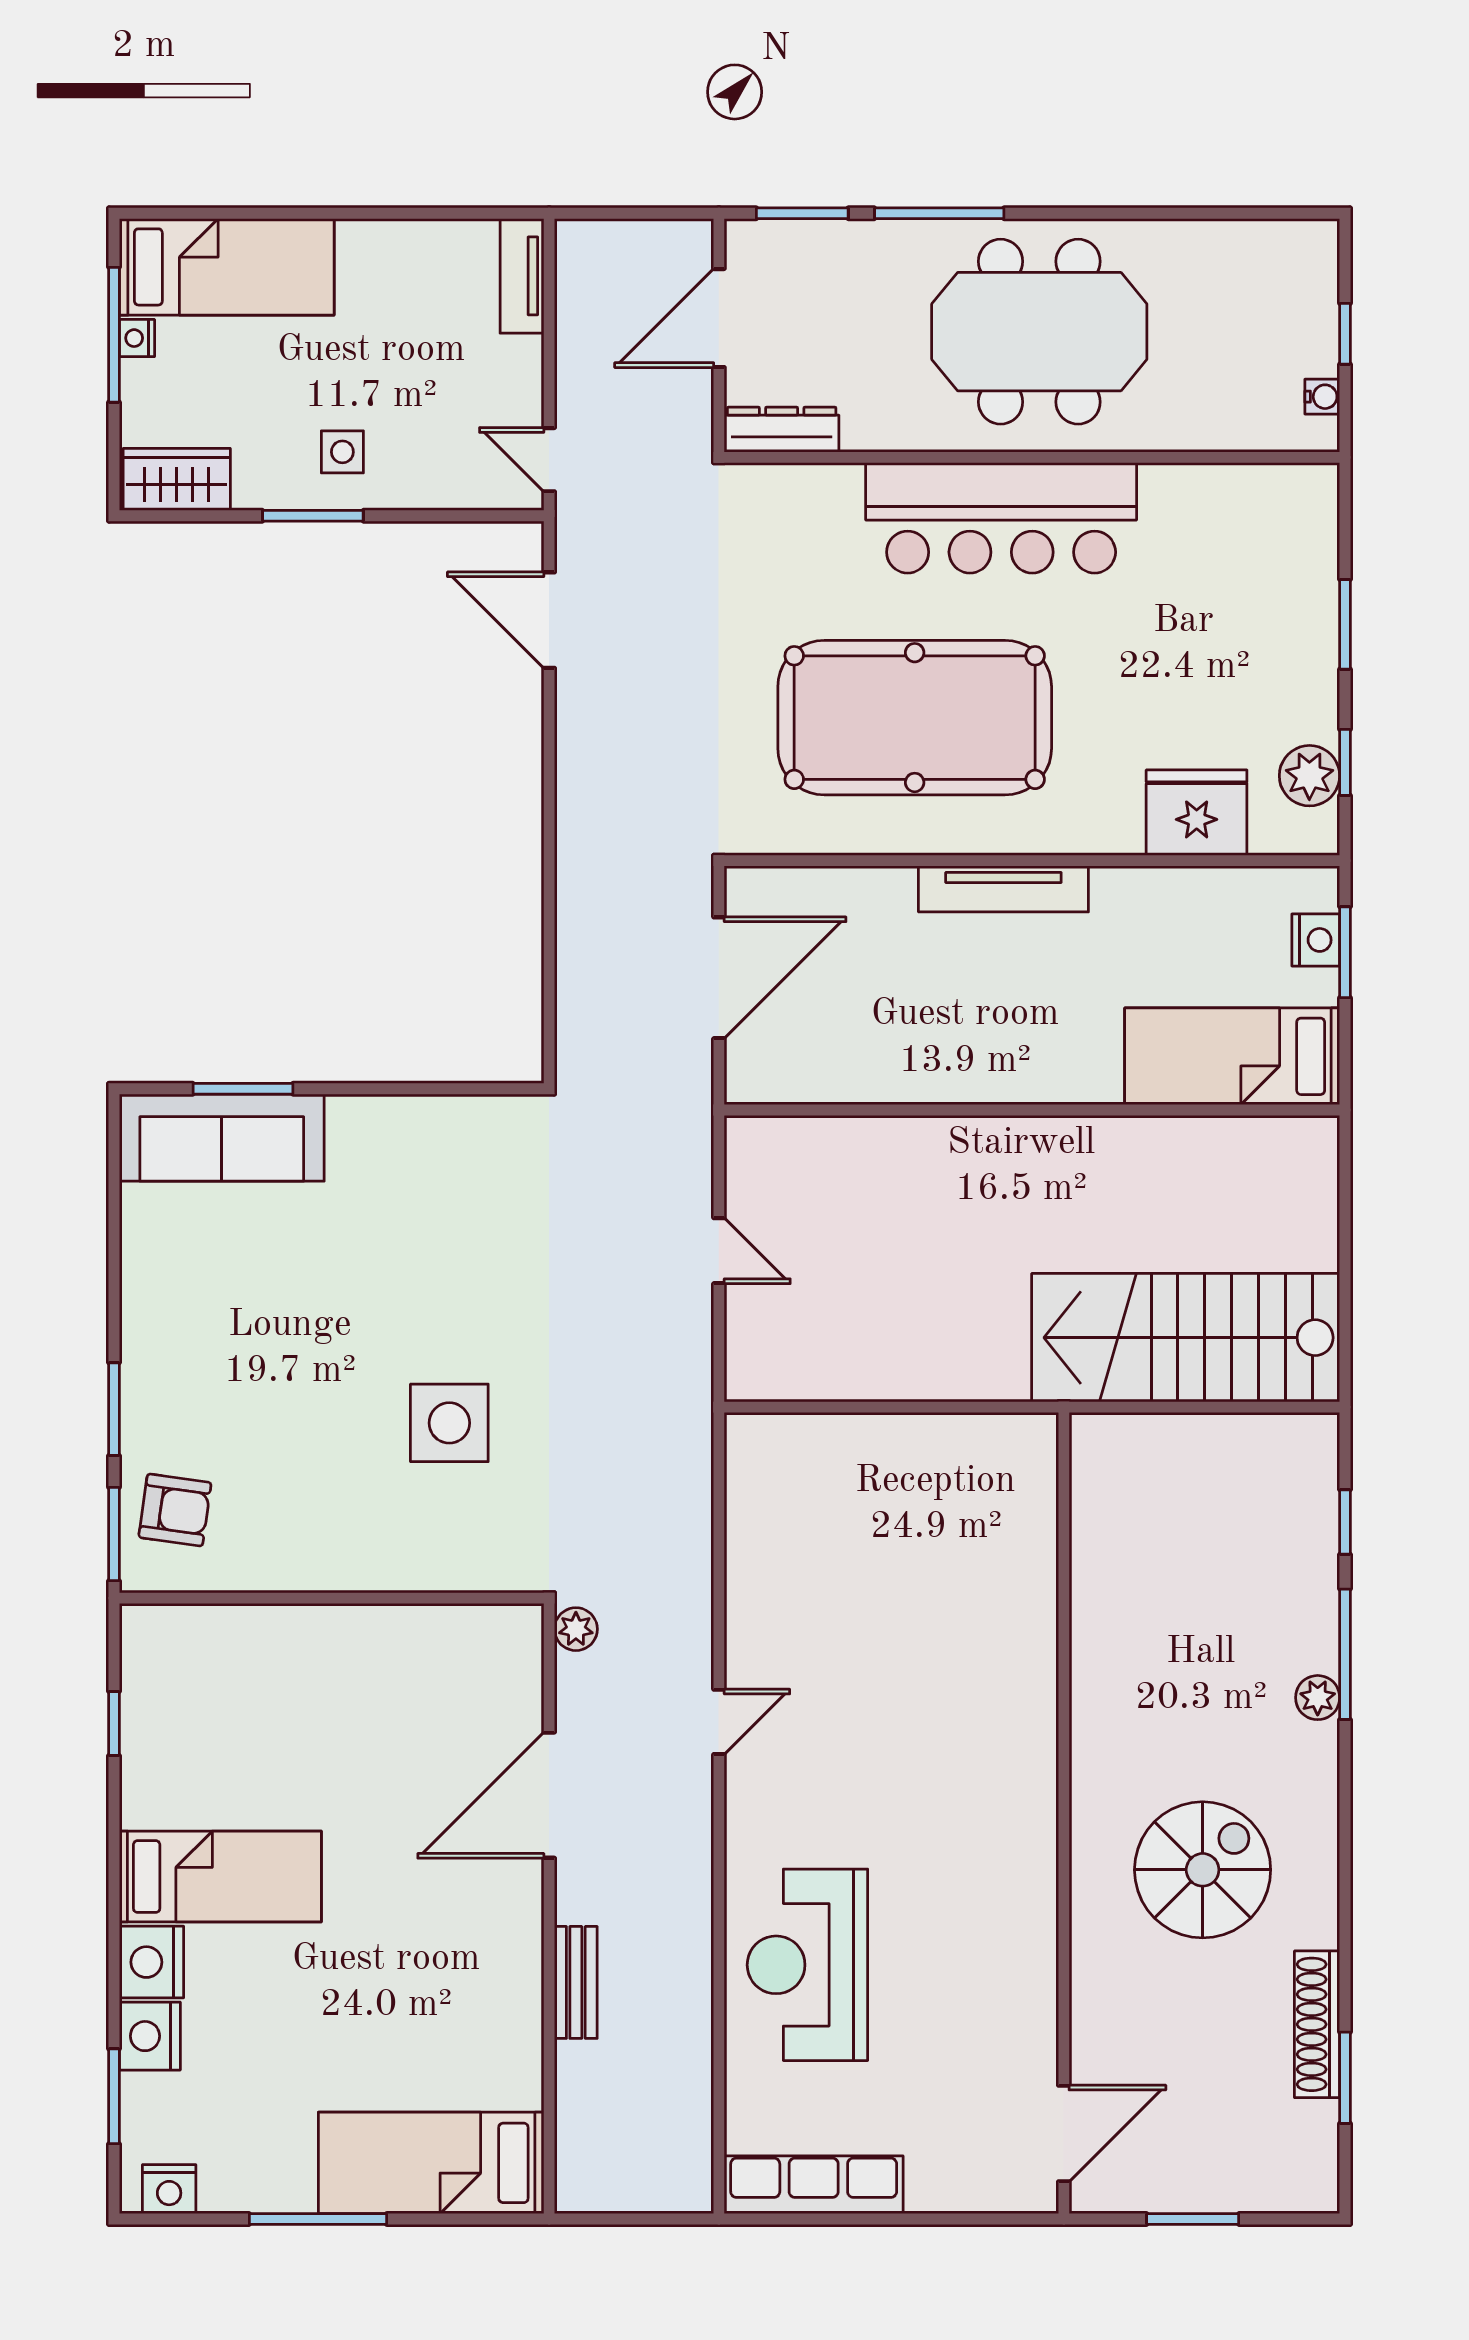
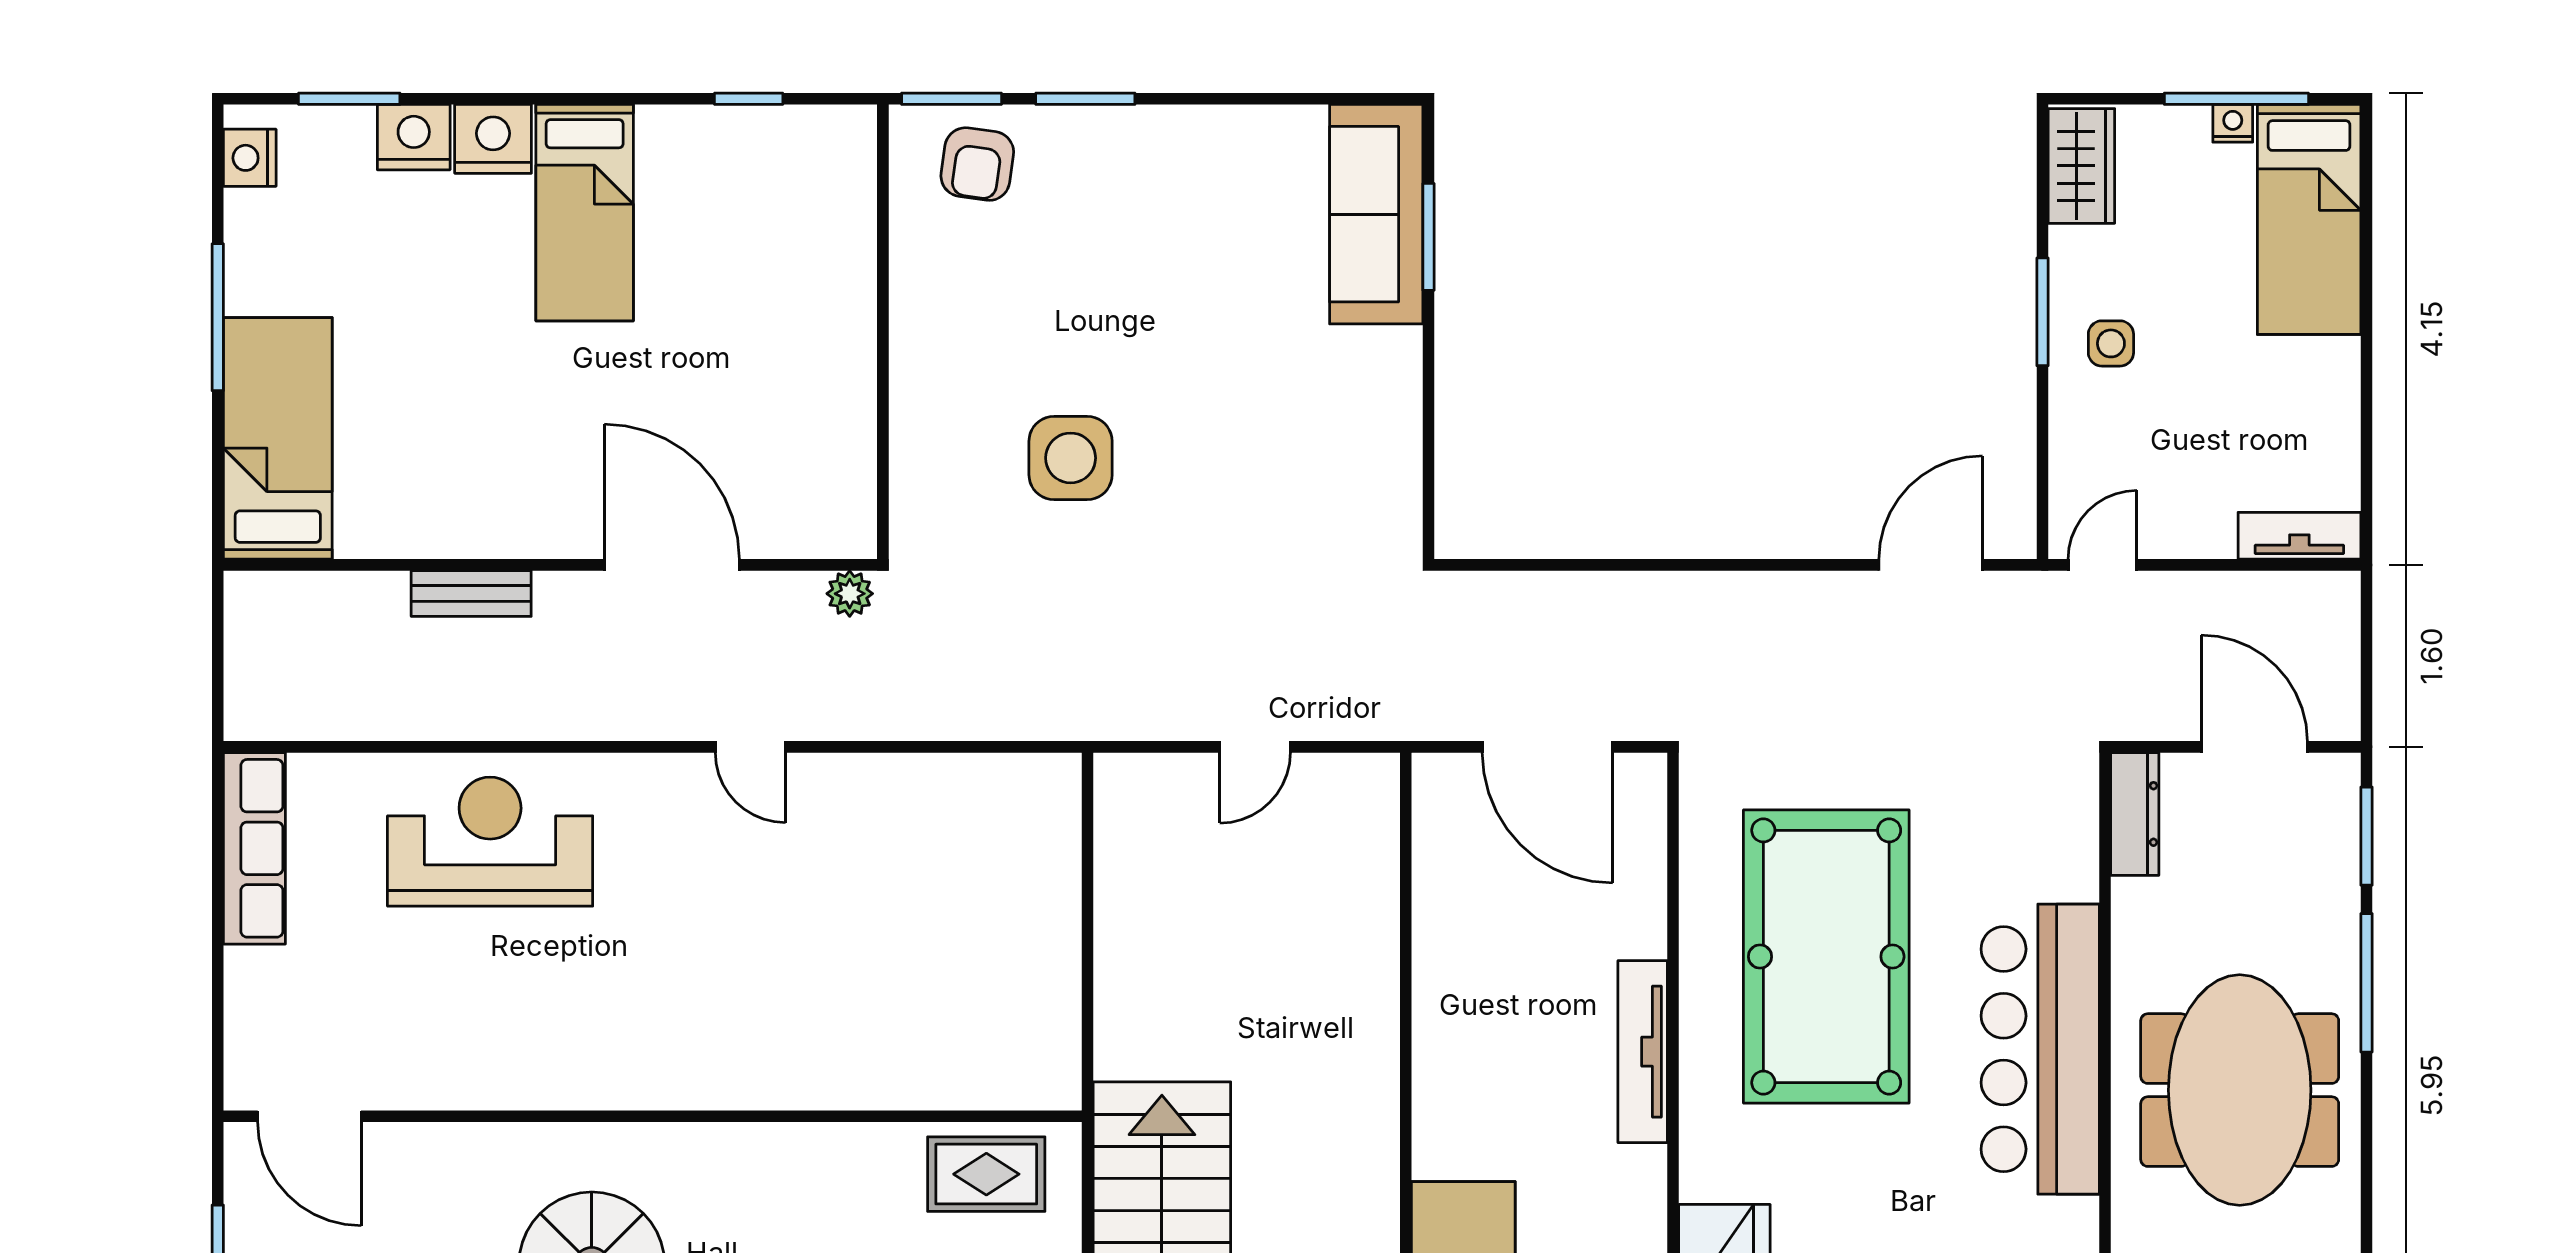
rug: (1118, 1502) -> (986, 1174), added

